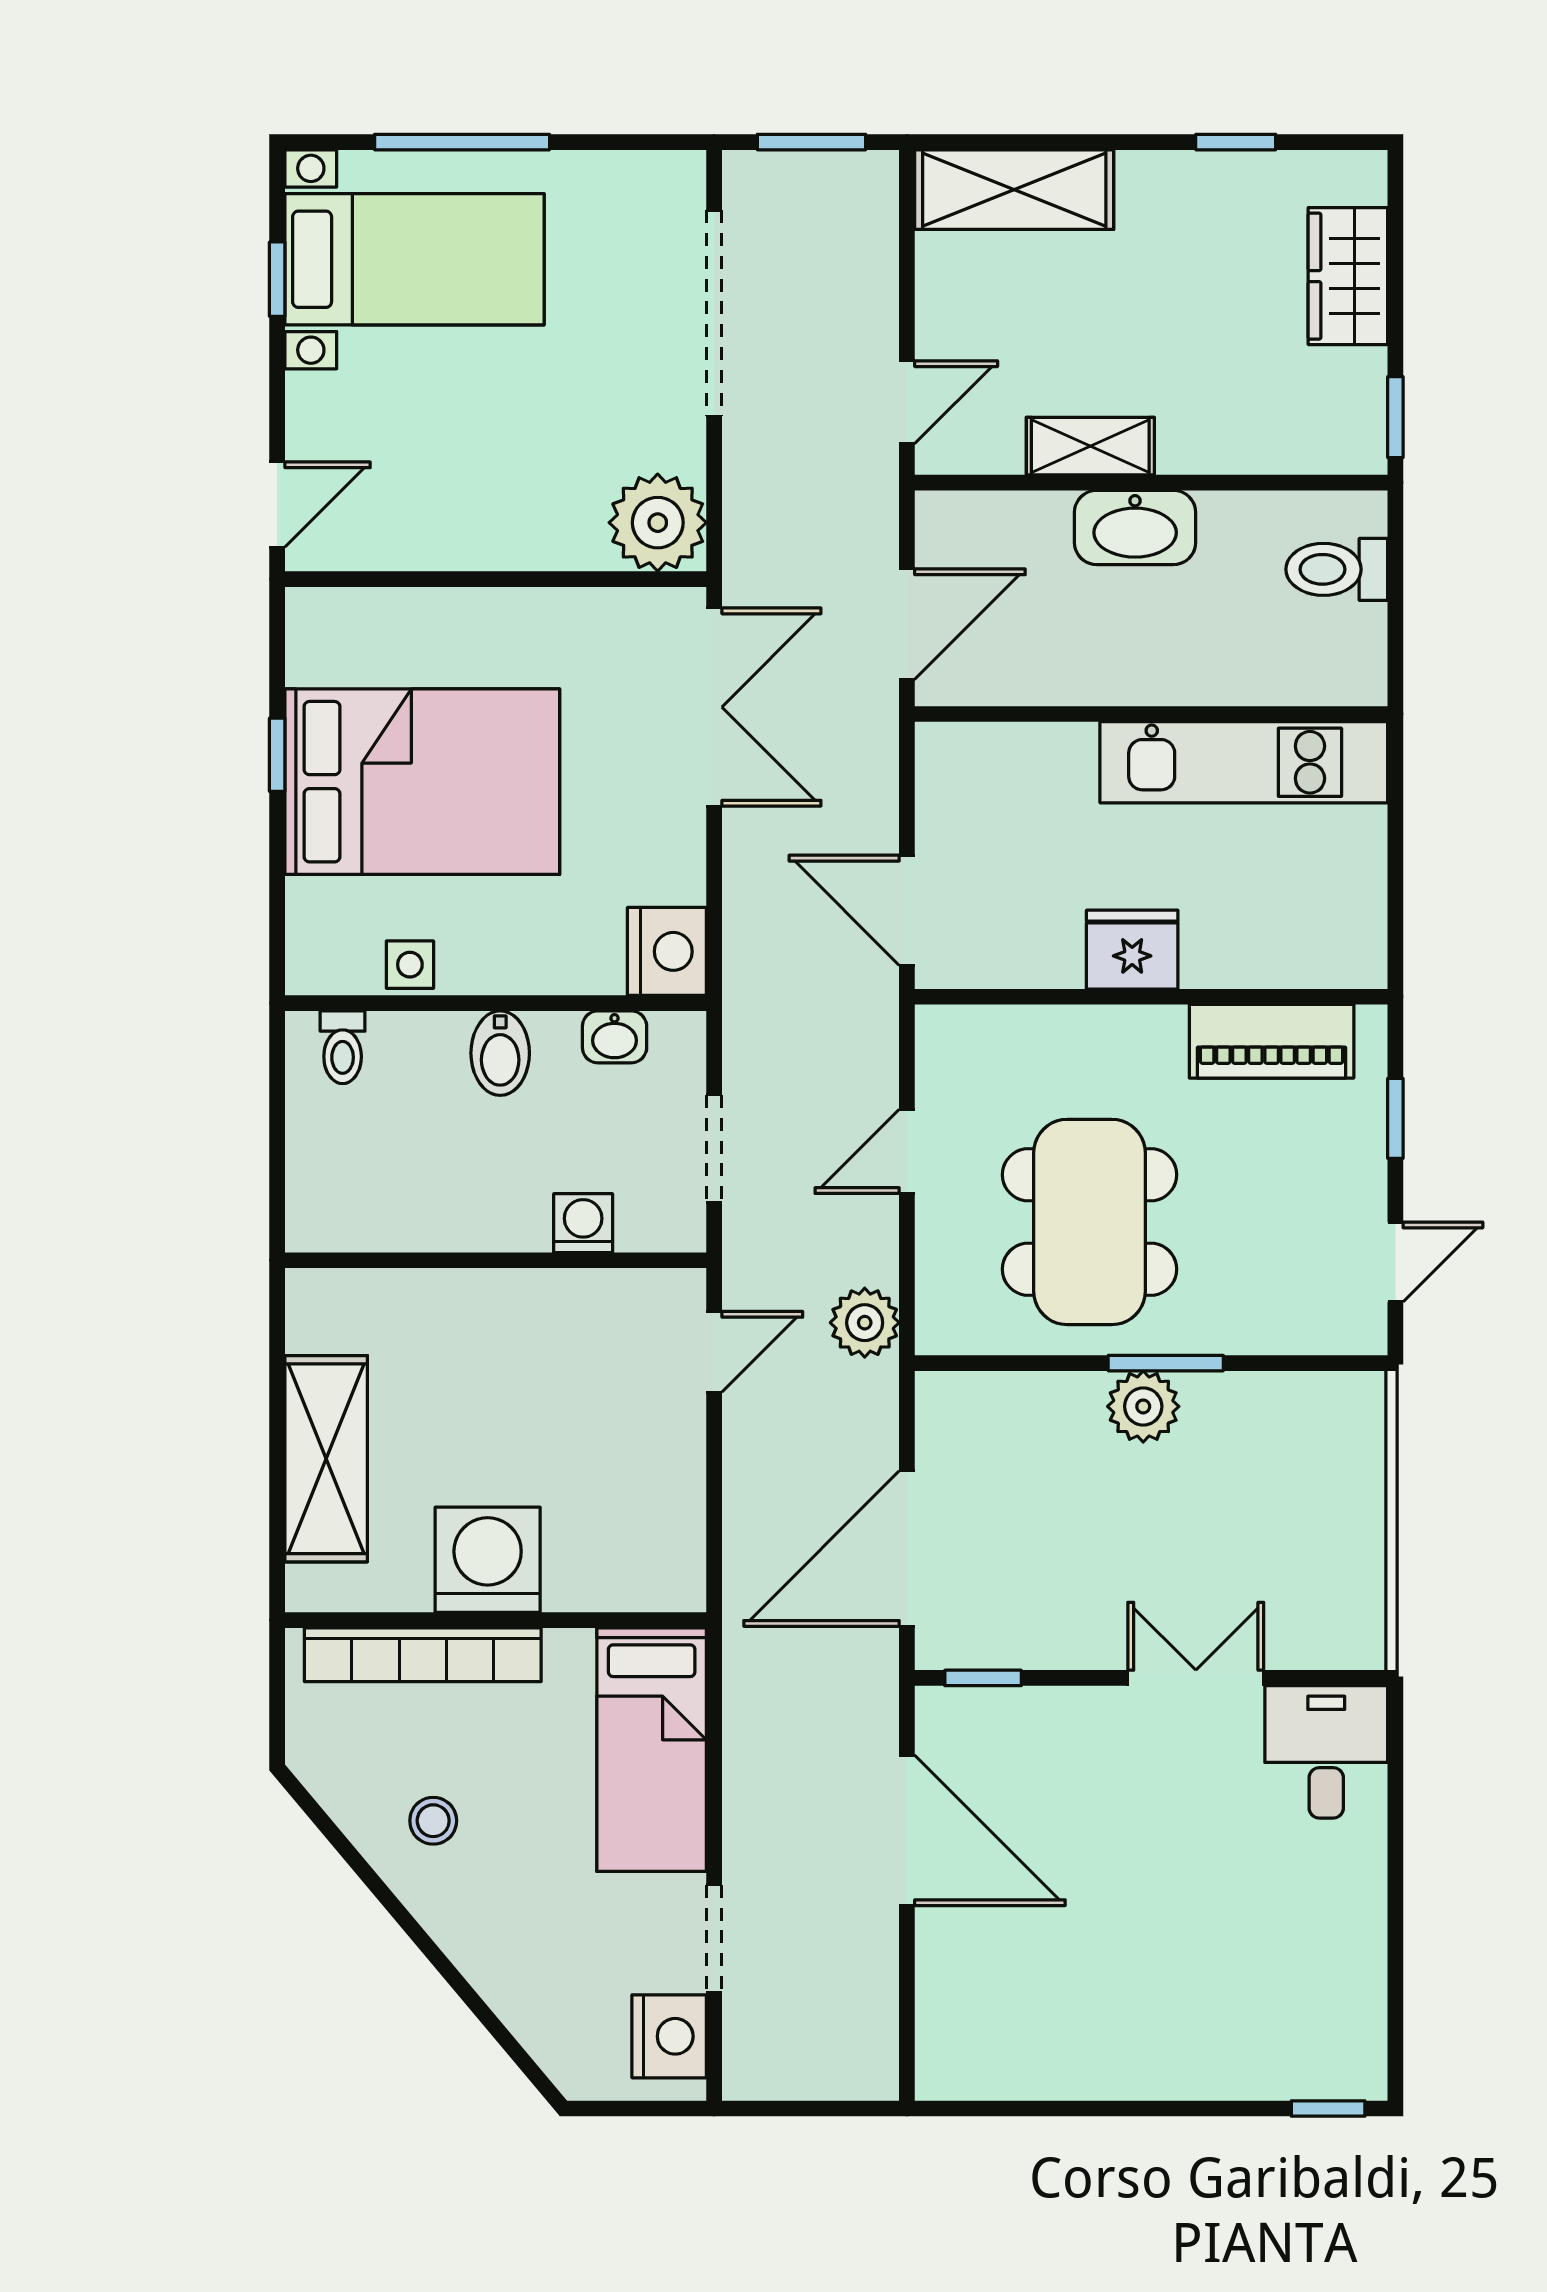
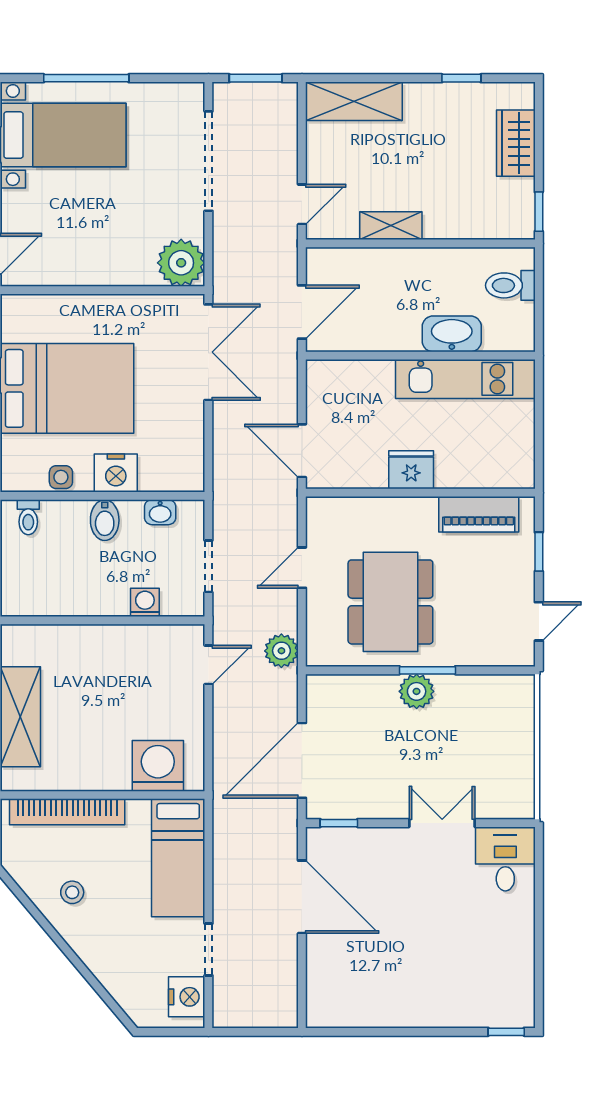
washbasin: (1135, 527) -> (452, 334), moved, turned 180
nightstand: (667, 951) -> (116, 473), moved, turned 90
washing machine: (488, 1560) -> (158, 766), moved

